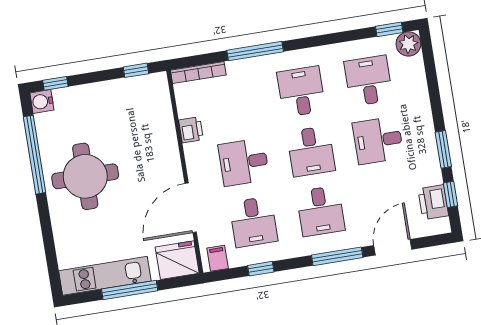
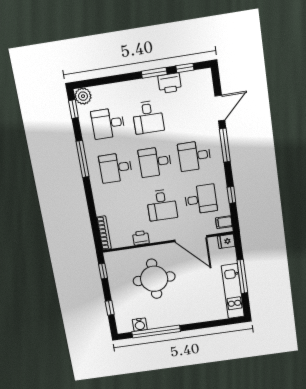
window: (255, 51) -> (83, 159), moved
window: (55, 83) -> (110, 308), moved
water cooler: (42, 102) -> (140, 325), moved
desk: (311, 151) -> (155, 162), turned 180
round table: (85, 176) -> (154, 279), moved
printer: (433, 202) -> (170, 83), moved
desk: (321, 211) -> (195, 156), turned 180
door: (393, 247) -> (220, 108), swing flipped
fridge: (177, 260) -> (226, 241), width x0.53, depth x0.75

